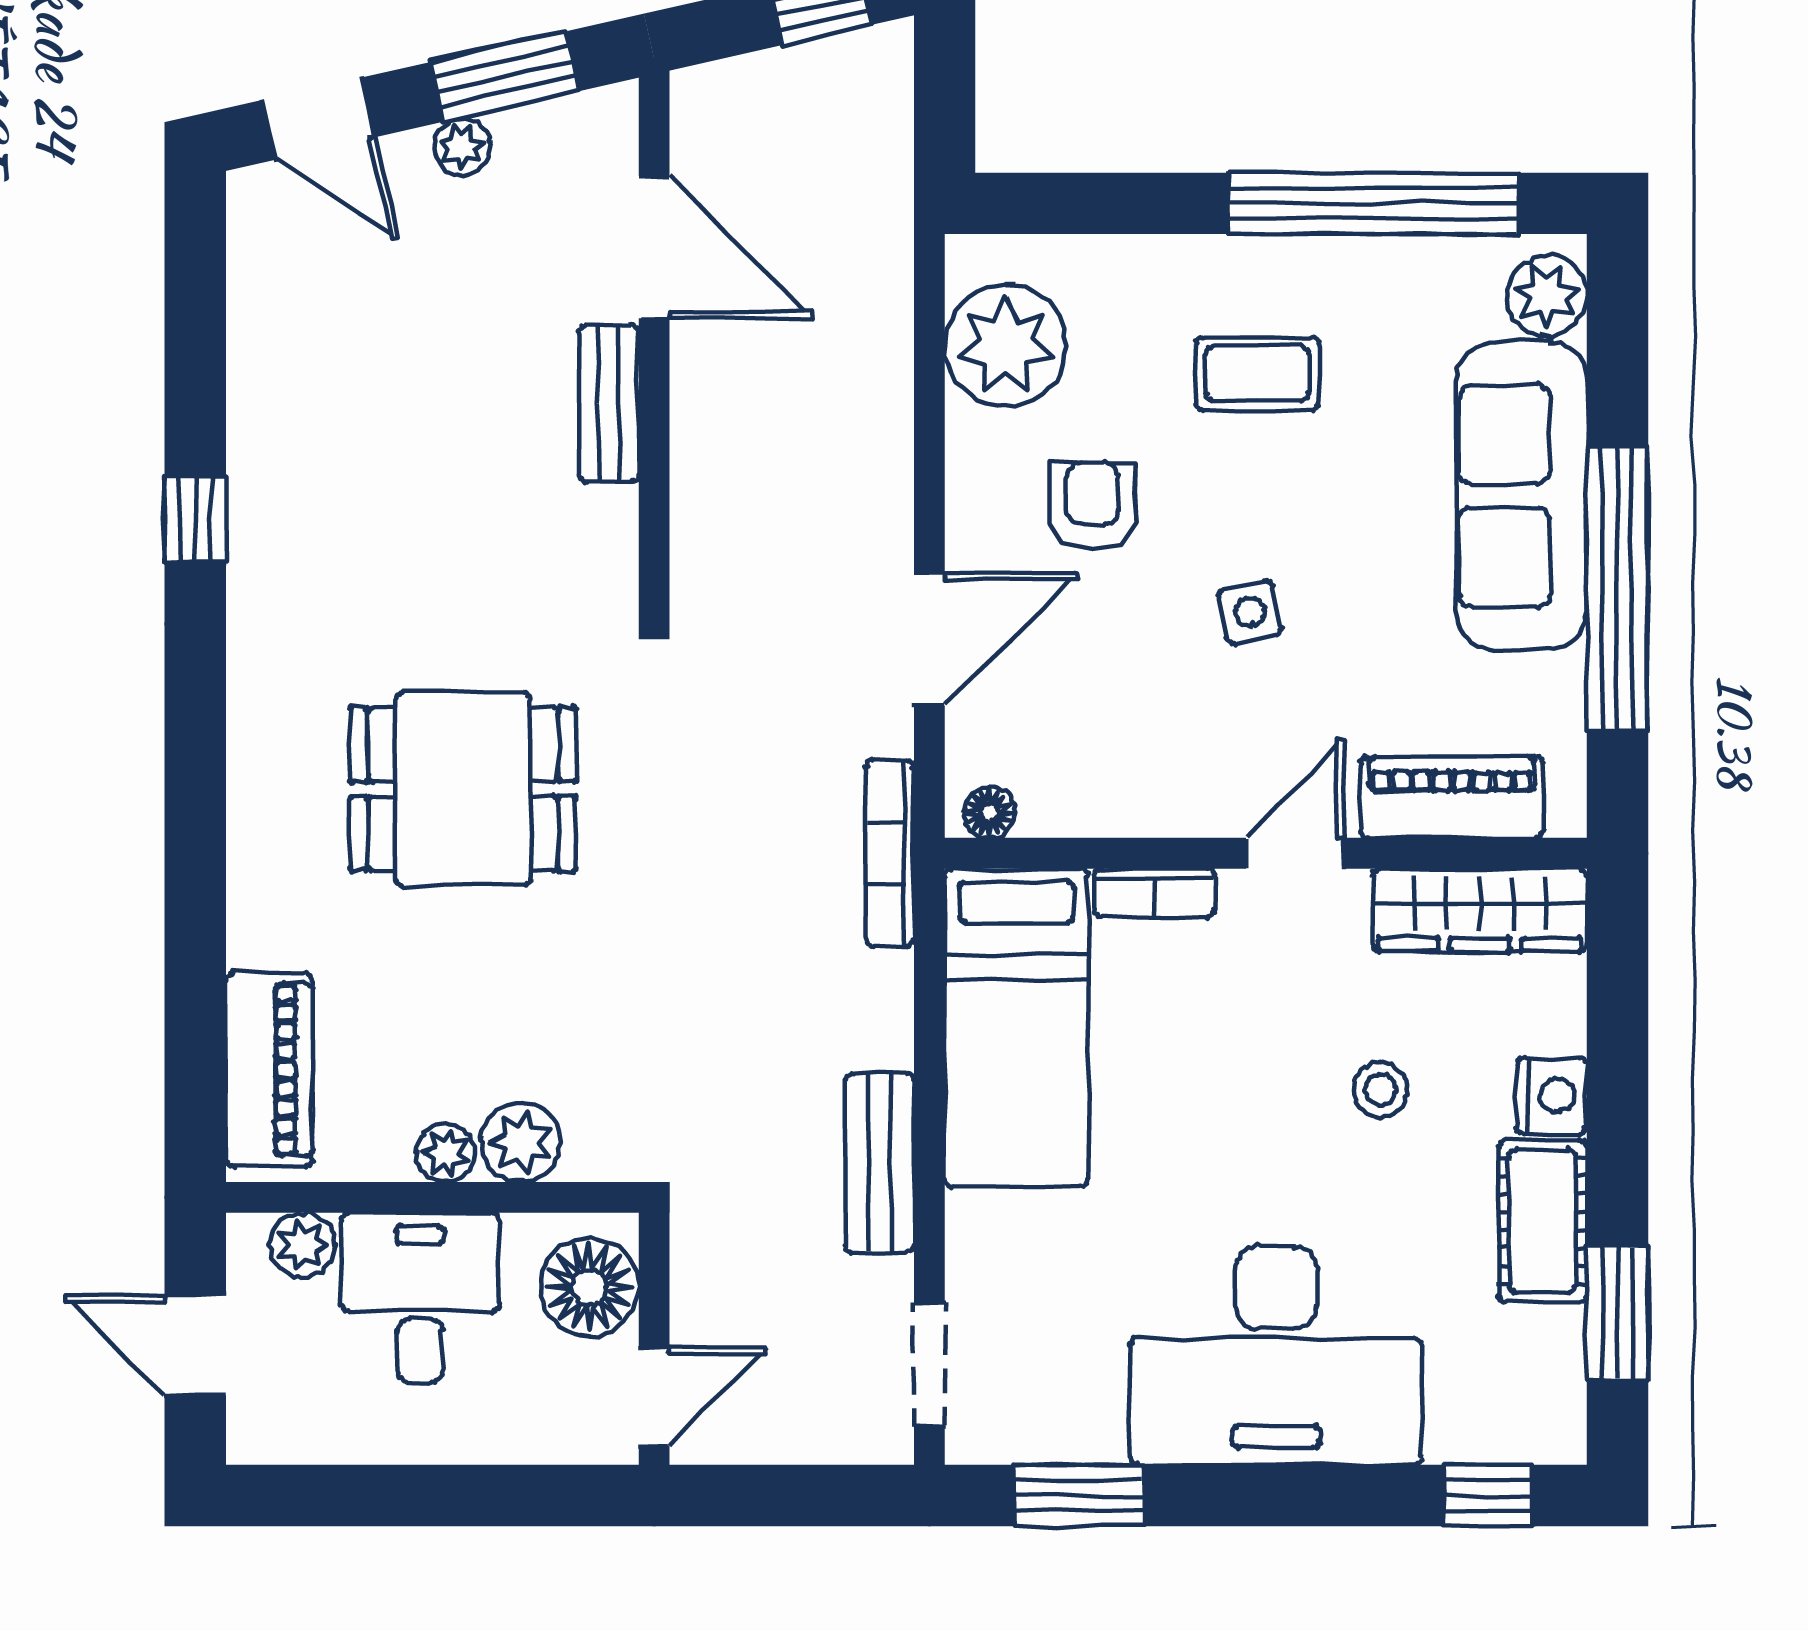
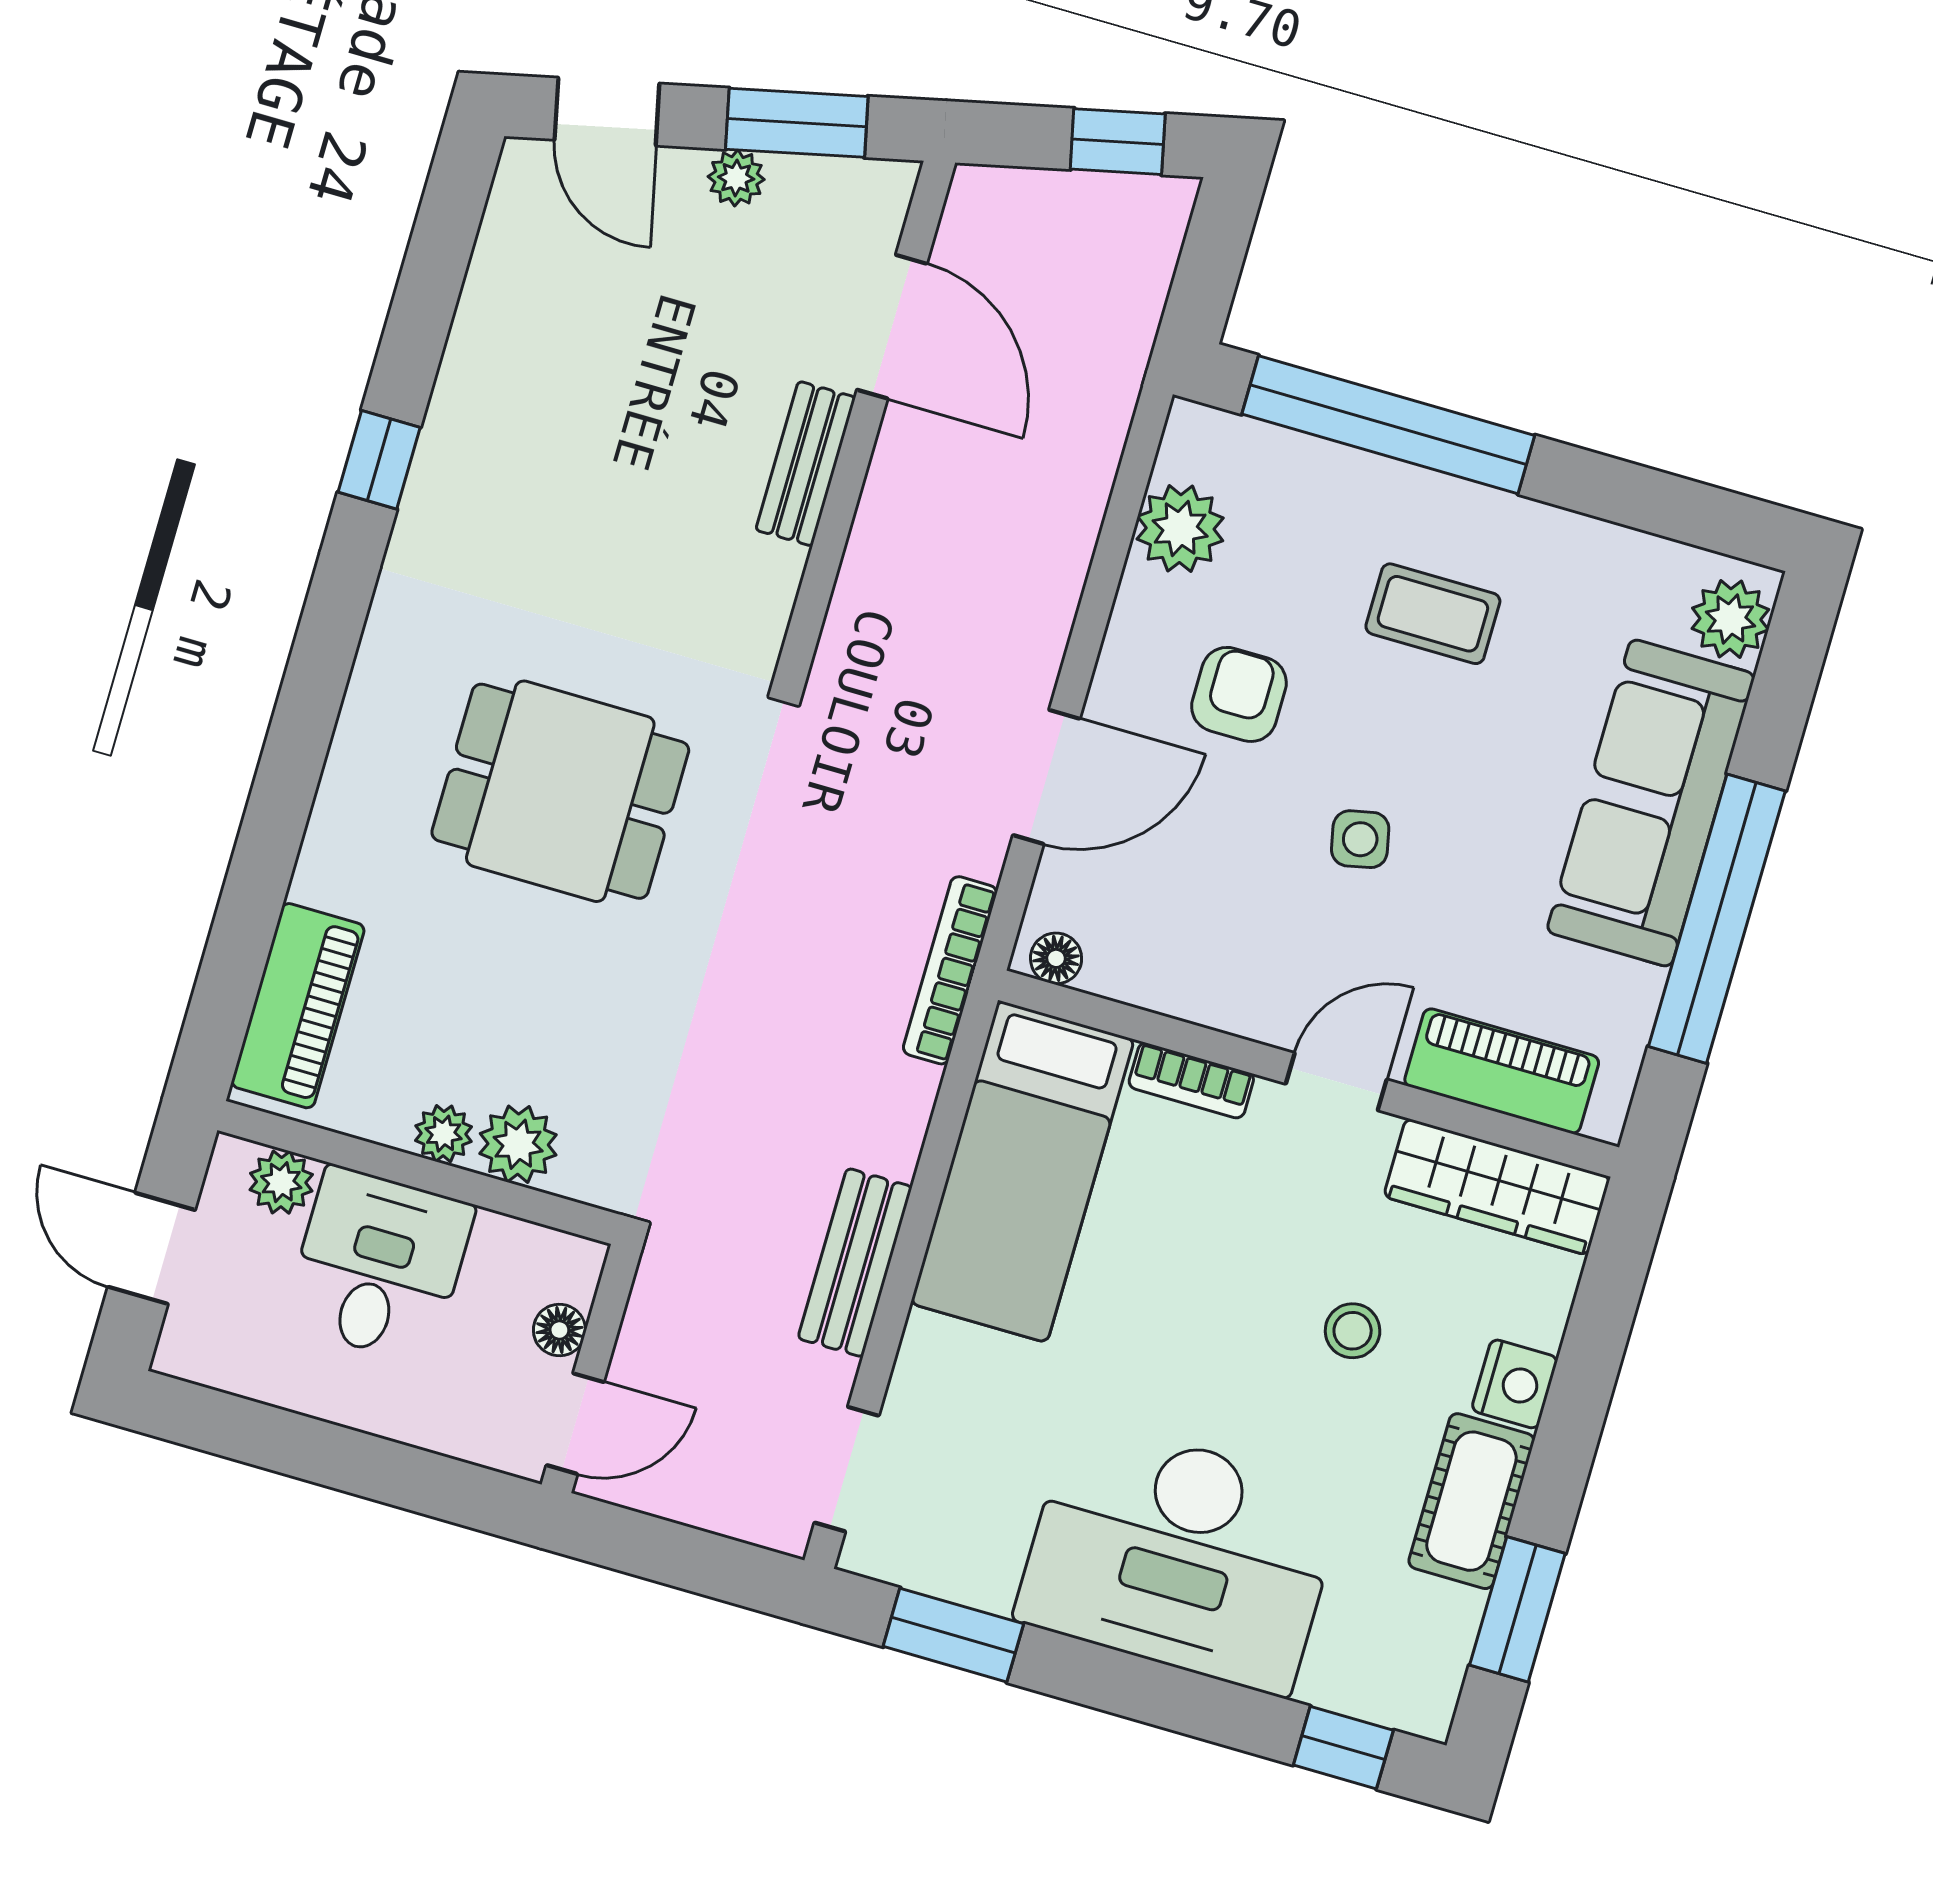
window: (1373, 203) -> (1388, 425), moved
plant: (1006, 346) -> (1180, 529), width x0.73, depth x0.73
floor lamp: (590, 1287) -> (559, 1330), width x0.53, depth x0.53

